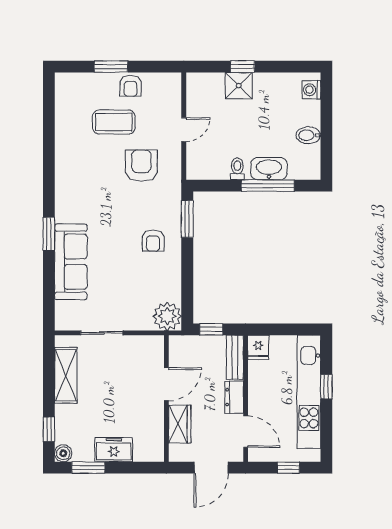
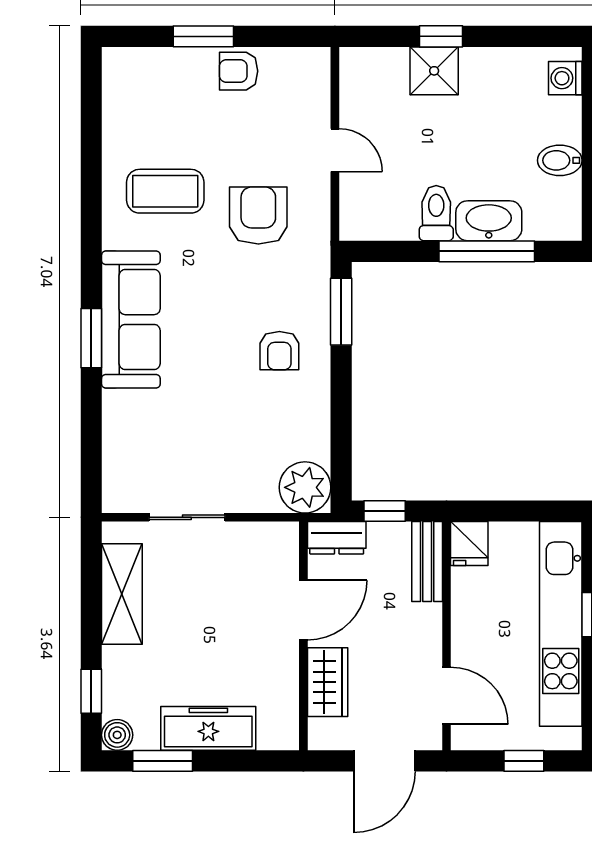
armchair: (130, 86) -> (239, 71), turned 90
coffee table: (114, 122) -> (165, 191), moved
door: (184, 130) -> (335, 150), hinge flipped
toilet: (237, 169) -> (436, 213), width x1.37, depth x1.39
sofa: (71, 262) -> (131, 320), moved
dresser: (234, 397) -> (337, 538), moved, turned -90
freezer: (114, 450) -> (208, 728), width x1.40

